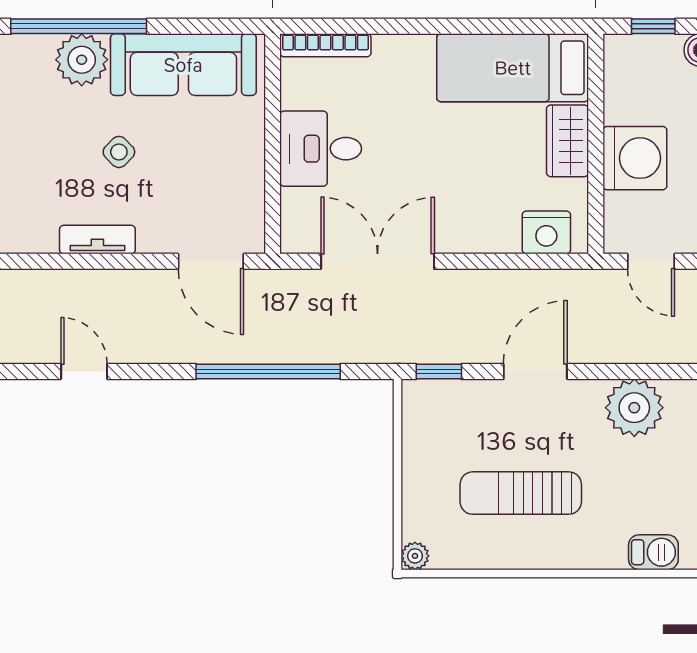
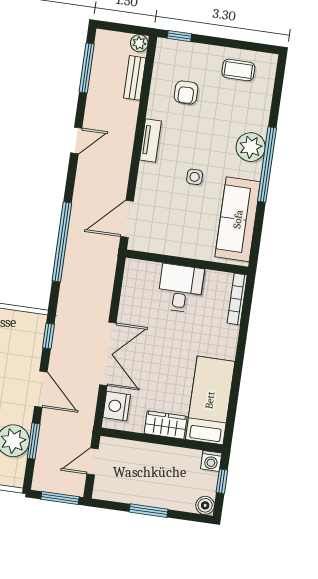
plant: (82, 60) -> (251, 147), moved
side table: (119, 152) -> (195, 177), turned 45
washing machine: (635, 158) -> (211, 461), moved, width x0.53, depth x0.53
tv unit: (97, 240) -> (150, 140), moved
double door: (378, 261) -> (108, 354), moved
window: (630, 371) -> (34, 441), added

